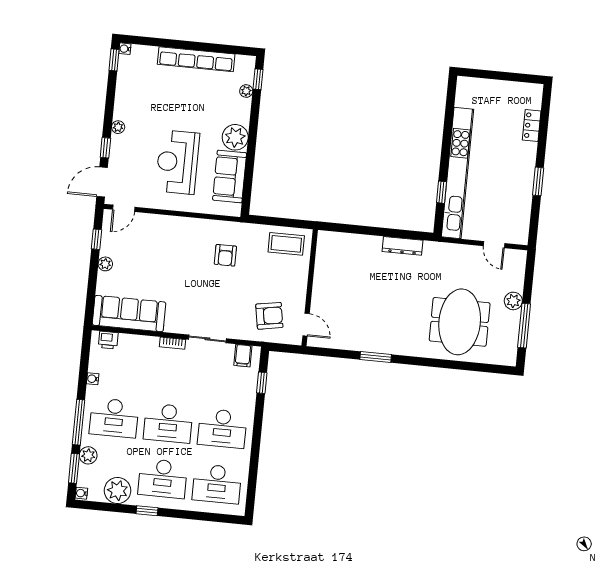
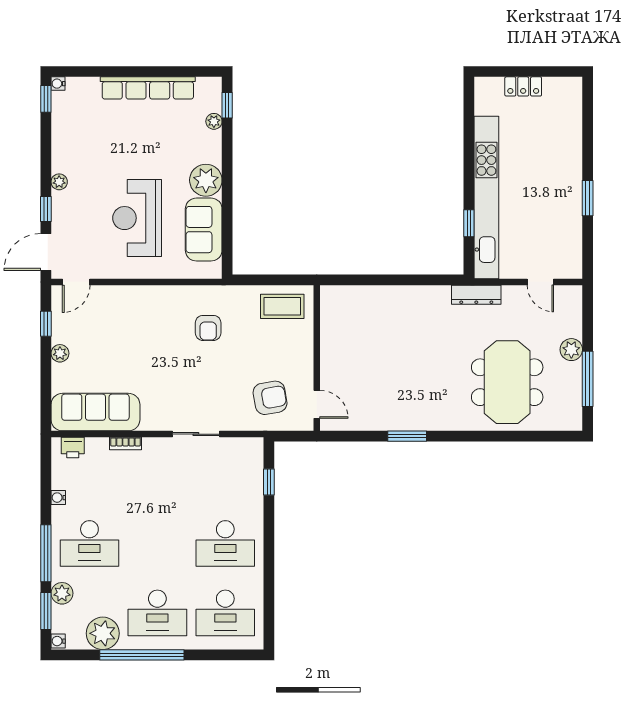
locker: (532, 126) -> (523, 86), moved, turned -90
dresser: (403, 246) -> (476, 295), moved
bookcase: (173, 343) -> (126, 443), moved
filing cabinet: (243, 356) -> (242, 451), removed
desk: (168, 423) -> (157, 543), removed
window: (147, 511) -> (142, 655), width x3.17

